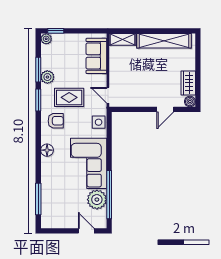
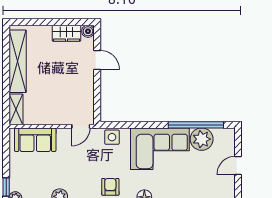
rug: (69, 97) -> (83, 171), removed
door: (86, 231) -> (238, 166), moved

